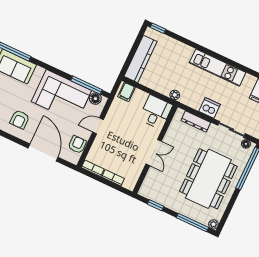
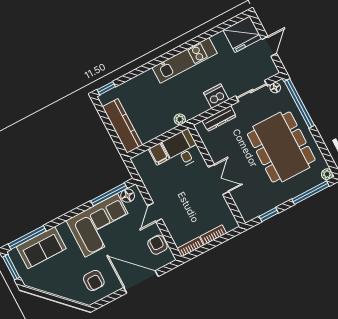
filing cabinet: (126, 92) -> (159, 154), moved

